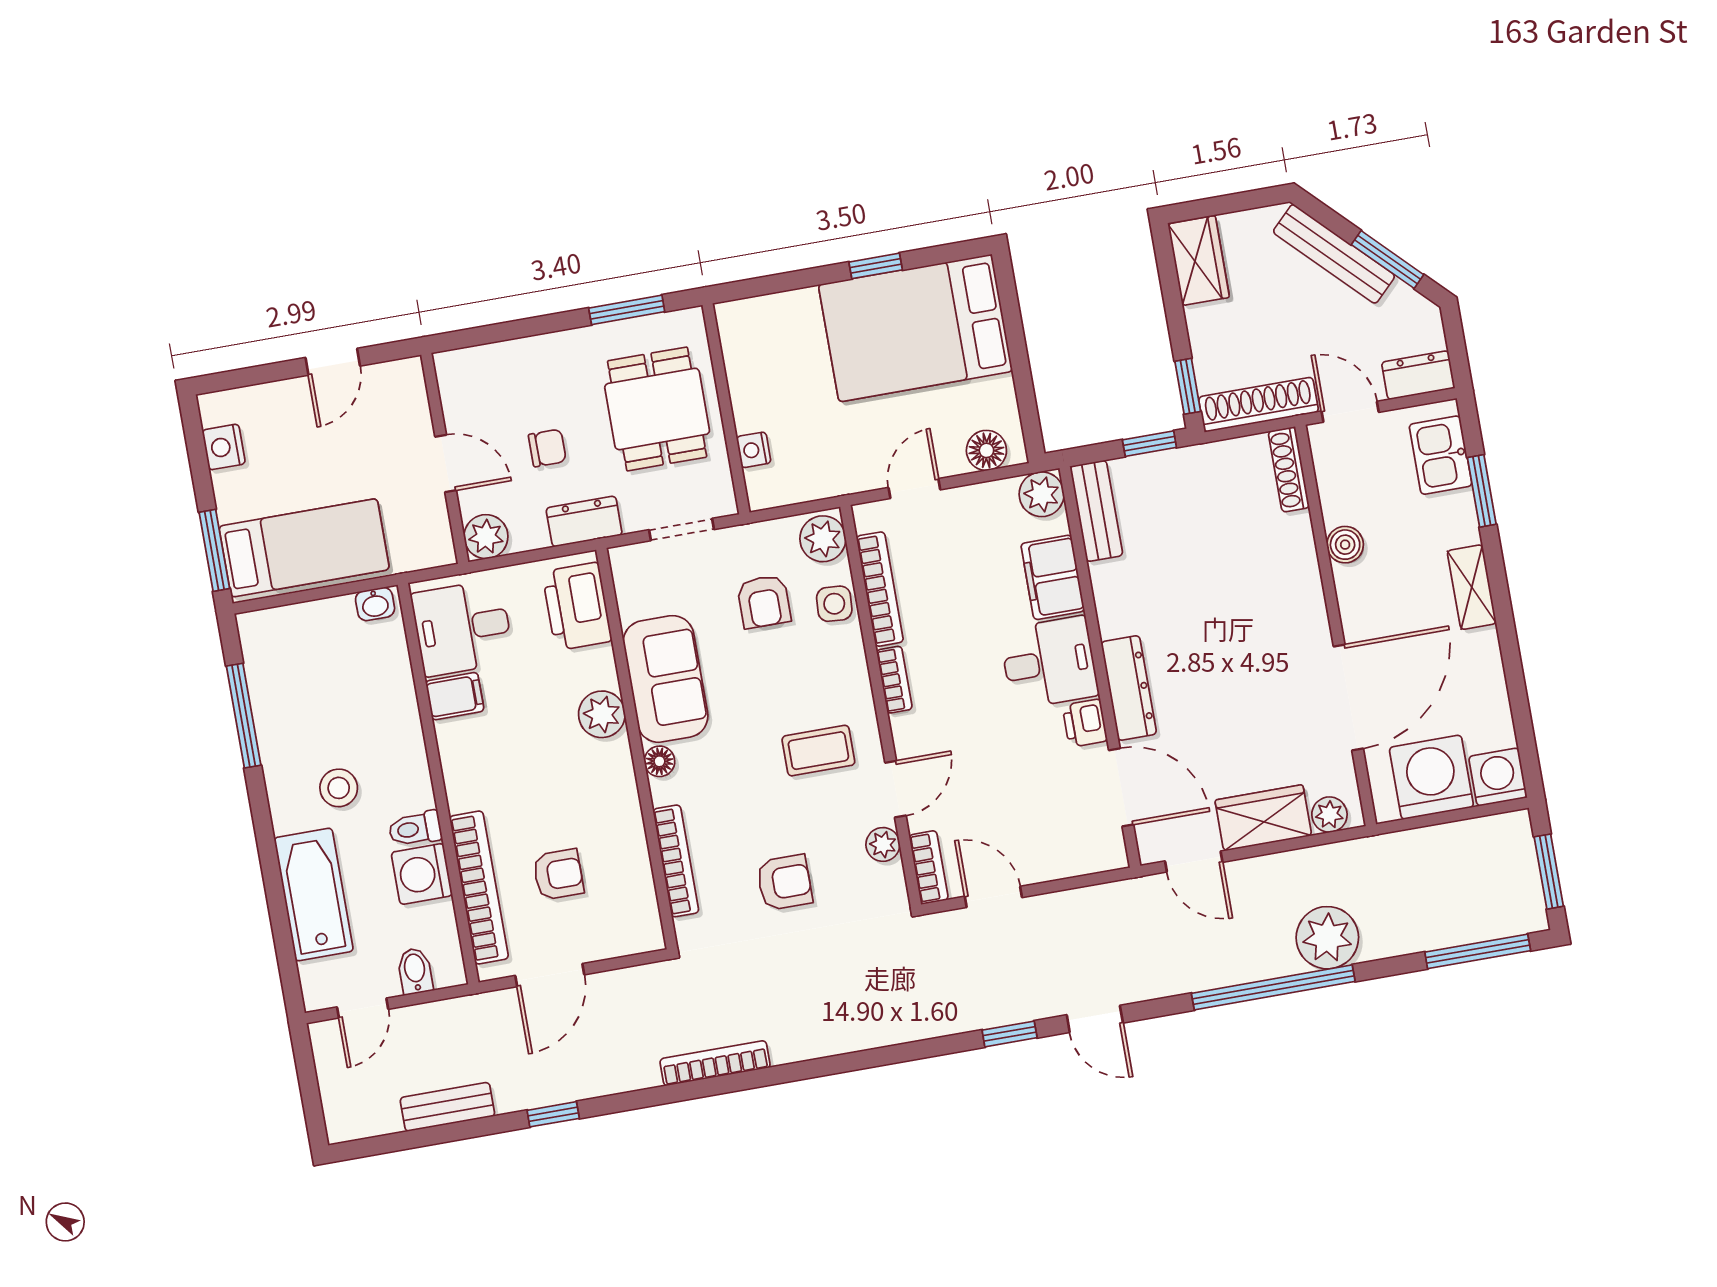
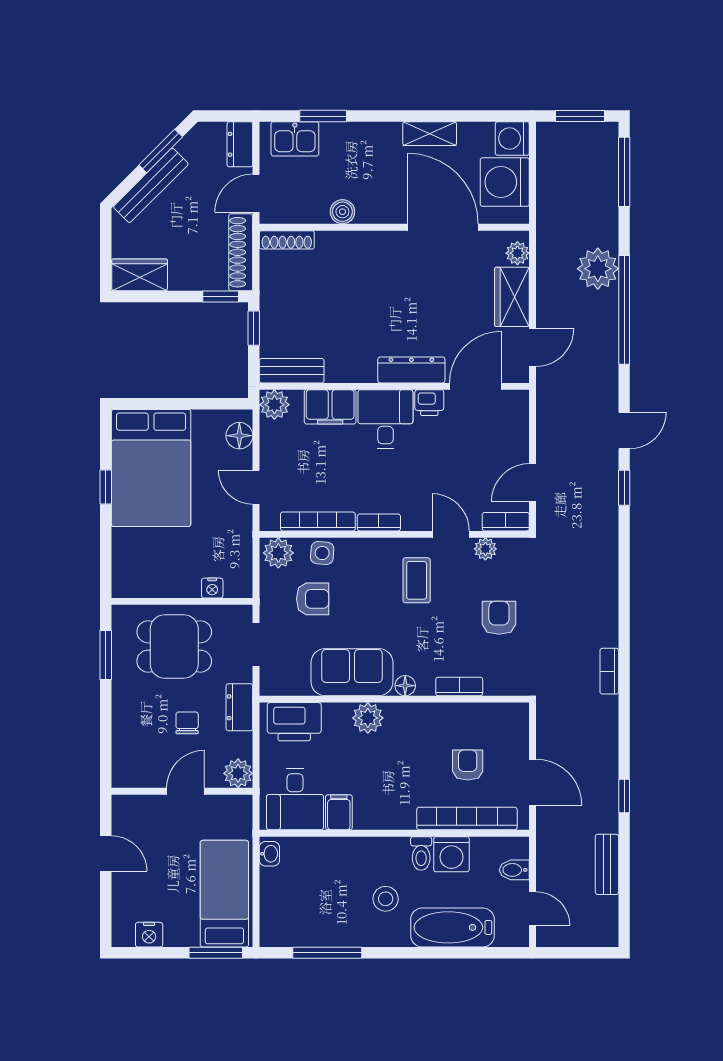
shelving: (1472, 587) -> (430, 134), moved
bookcase: (676, 861) -> (459, 686), width x0.64
bookcase: (715, 1063) -> (609, 671), width x0.64

